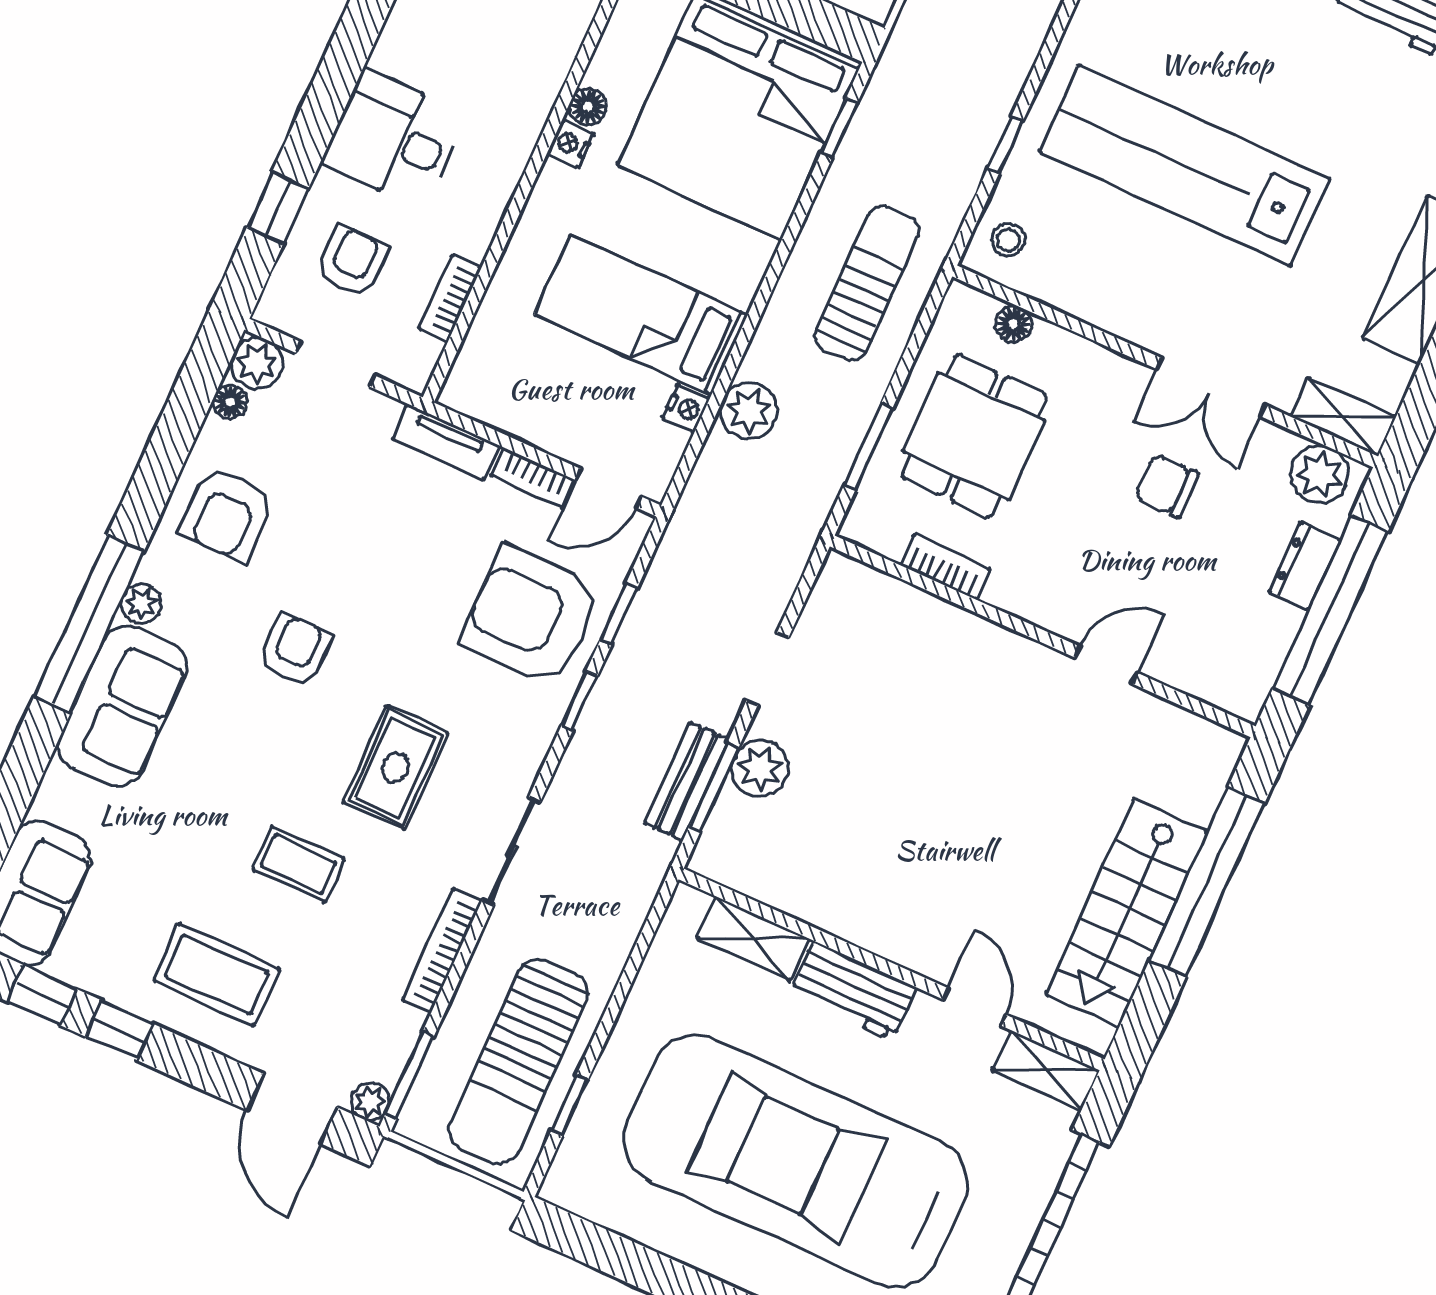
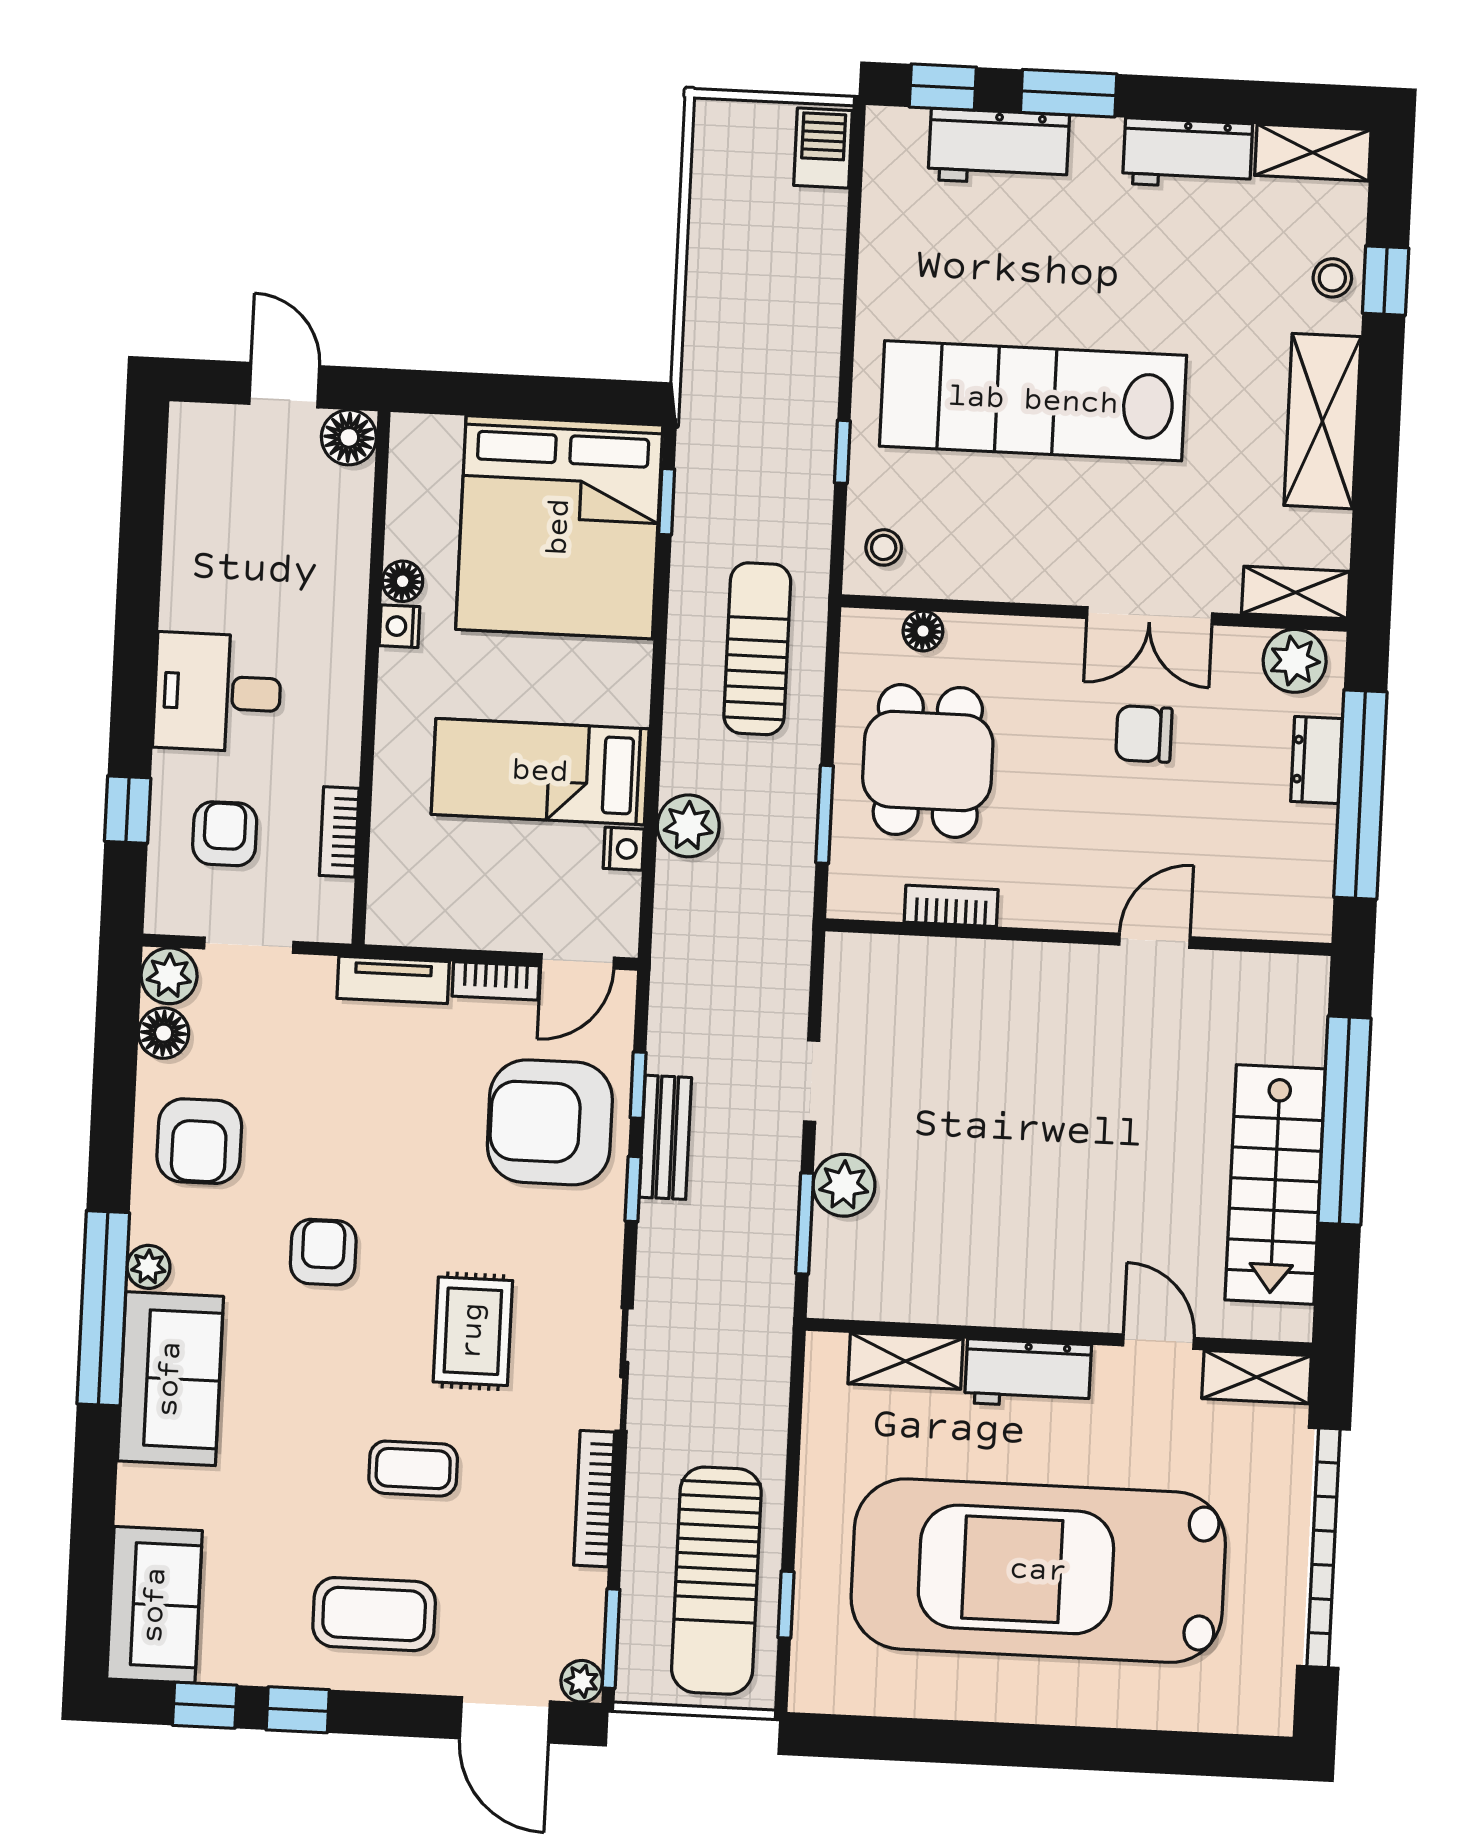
floor lamp: (230, 402) -> (164, 1033), width x1.37, depth x1.37
bench: (687, 781) -> (665, 1137), moved

